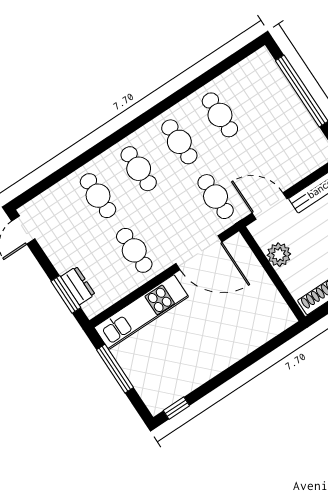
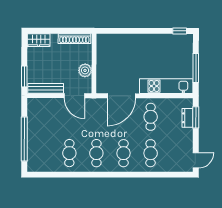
cafe table: (216, 197) -> (96, 117), removed
door: (199, 253) -> (121, 96), swing flipped

